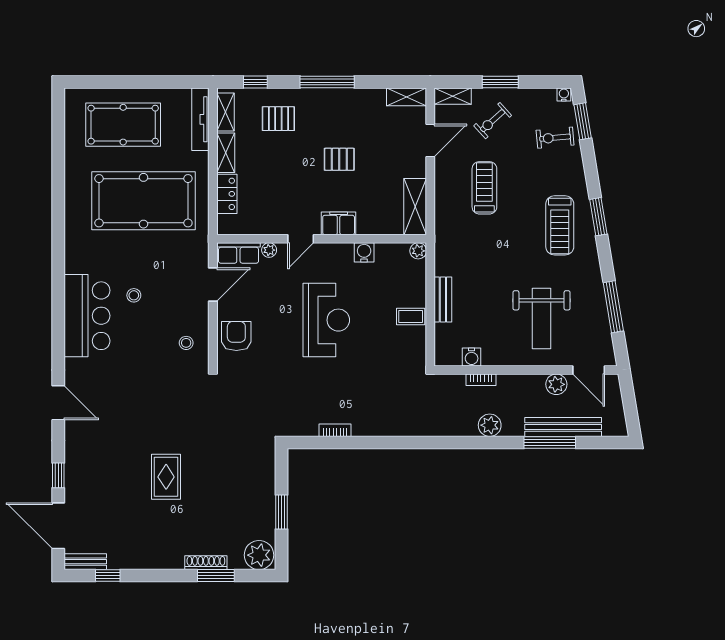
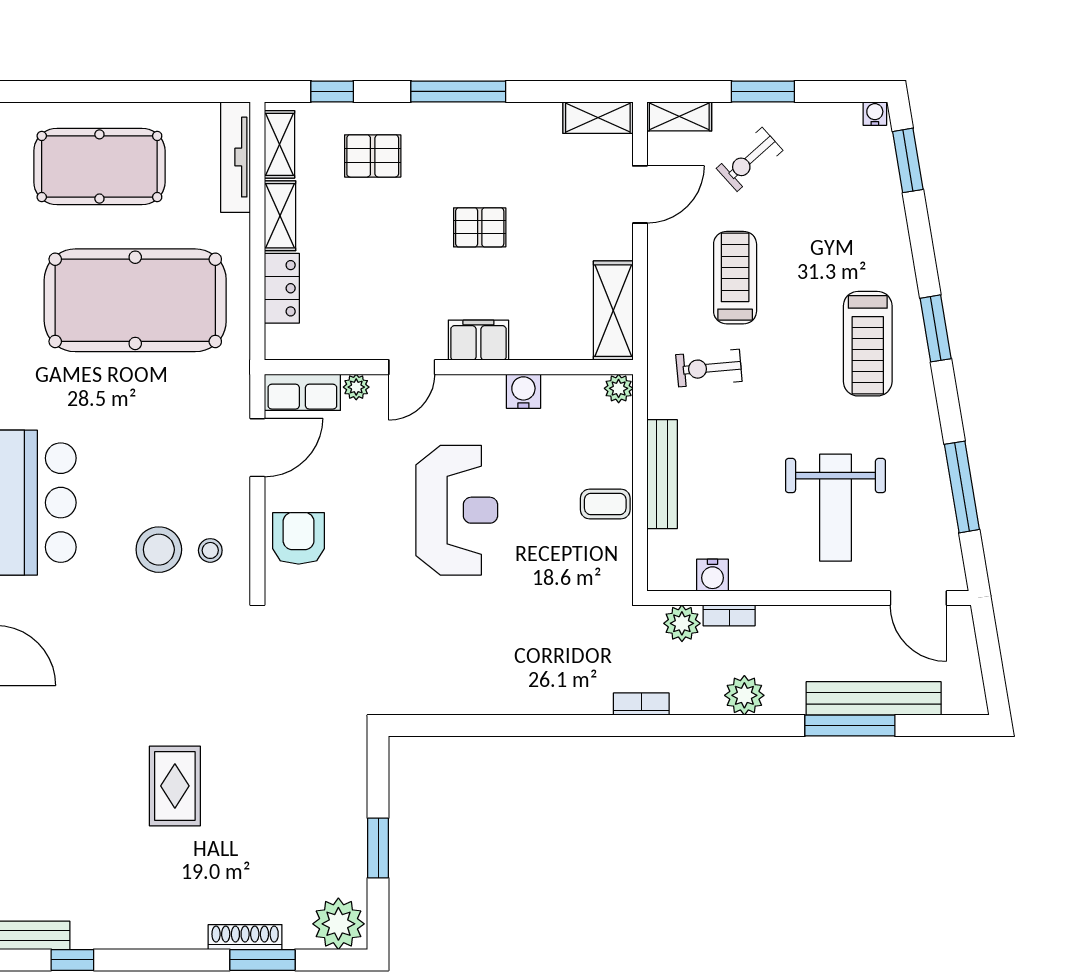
exercise bike: (555, 138) -> (709, 368), moved
stool: (134, 295) -> (159, 550), moved, width x1.89, depth x1.89
bench: (443, 300) -> (662, 474), width x1.36
plant: (556, 384) -> (682, 623), moved
bookcase: (335, 430) -> (641, 704), moved

